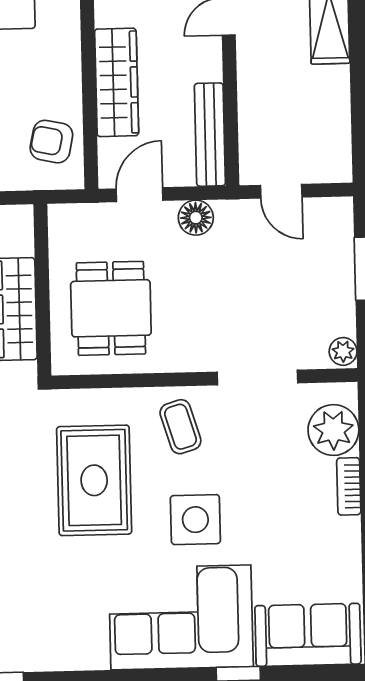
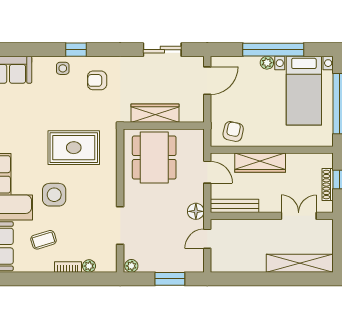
floor lamp: (196, 218) -> (196, 211), moved
dining table: (111, 308) -> (154, 157), width x1.38
coffee table: (180, 427) -> (44, 240), moved
plant: (333, 430) -> (89, 266), width x0.53, depth x0.53

